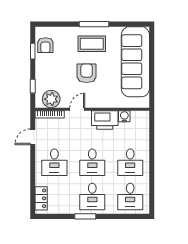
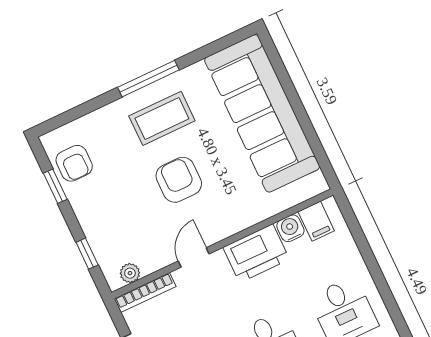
plant: (51, 99) -> (130, 273), width x0.53, depth x0.53
filing cabinet: (137, 118) -> (316, 221), added

